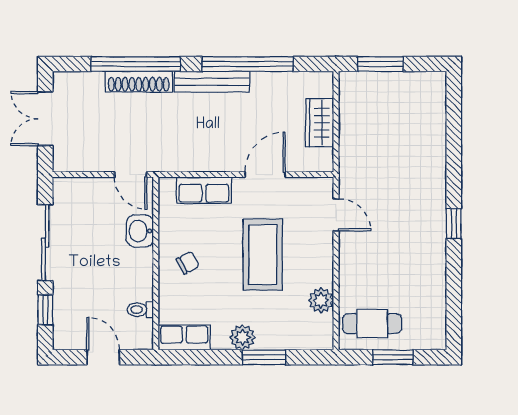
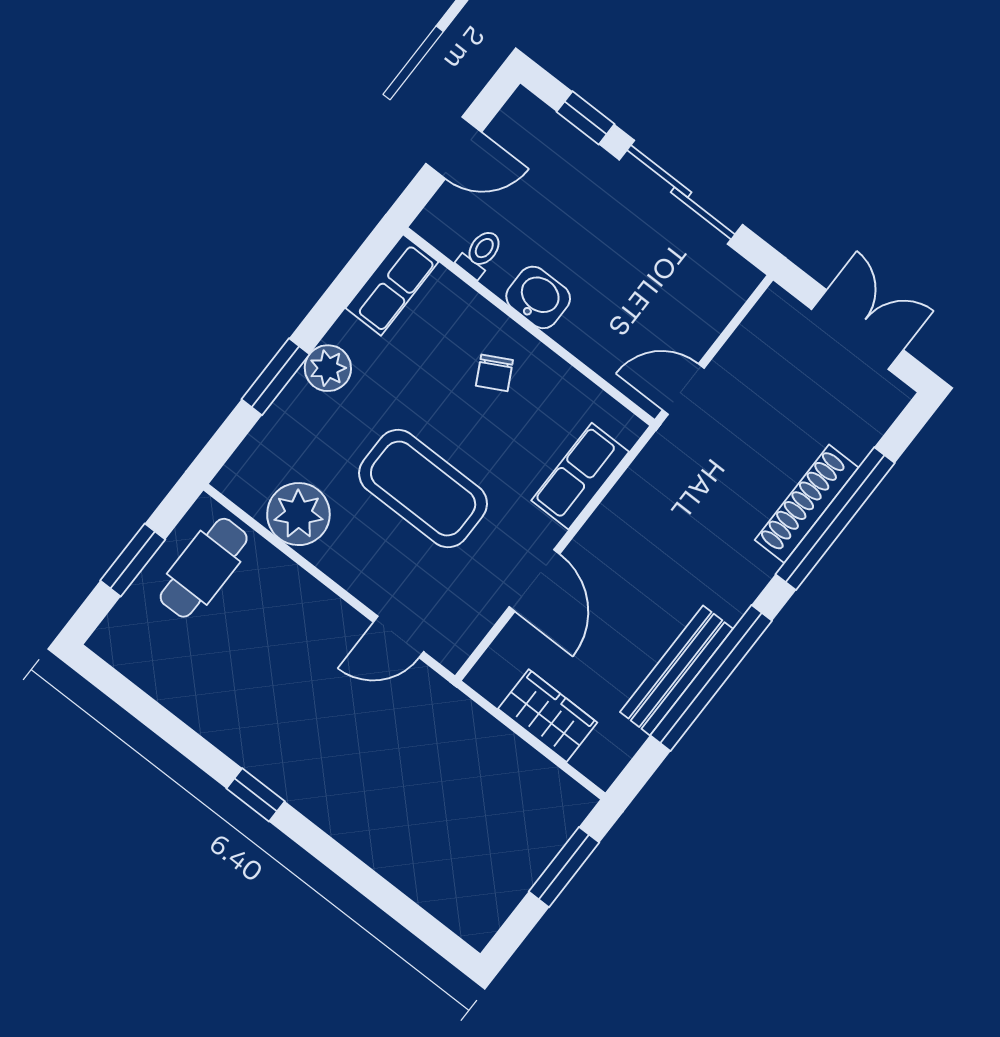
bench: (212, 82) -> (676, 670), moved
washbasin: (140, 231) -> (538, 297), moved
plant: (321, 300) -> (298, 514), width x1.36, depth x1.36

